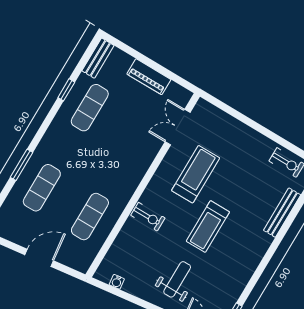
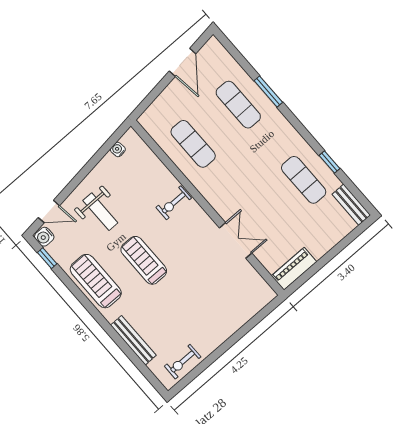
piano: (149, 77) -> (294, 269), moved
double door: (178, 127) -> (236, 240), moved
treadmill: (196, 174) -> (96, 281), moved, turned 180
door: (39, 258) -> (183, 62), moved

